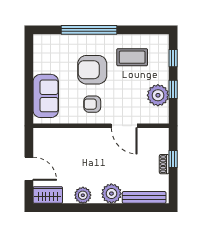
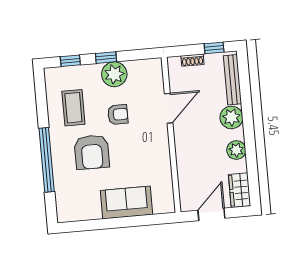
armchair: (92, 104) -> (118, 114), moved, turned -90
wall: (101, 126) -> (171, 135), moved
door: (124, 126) -> (169, 108), moved
window: (173, 159) -> (214, 48), moved

